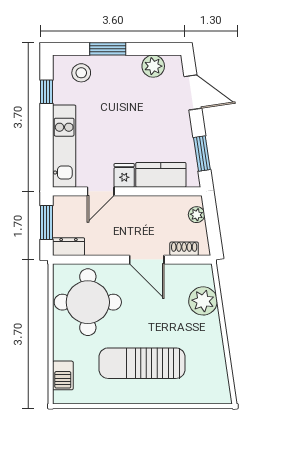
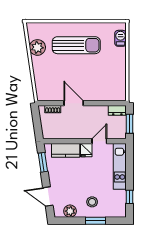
stool: (81, 73) -> (92, 202), moved
plant: (197, 215) -> (46, 128), removed
plant: (203, 301) -> (37, 47), moved
round table: (88, 302) -> (107, 79), removed

